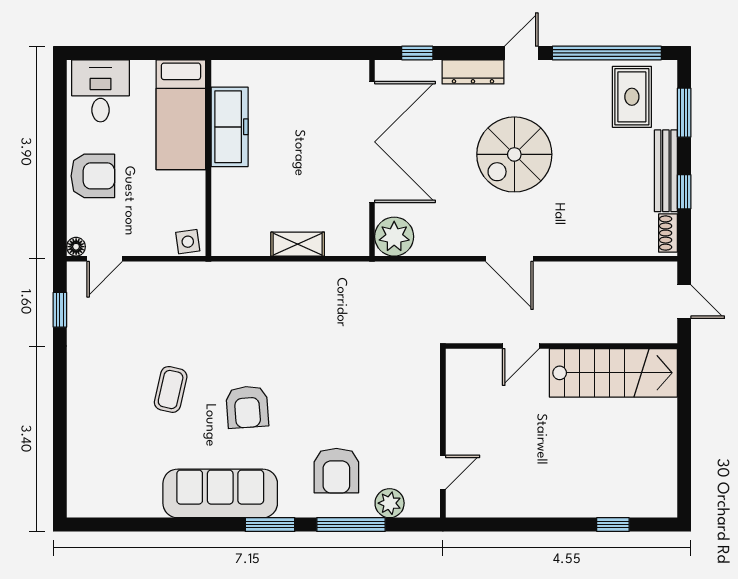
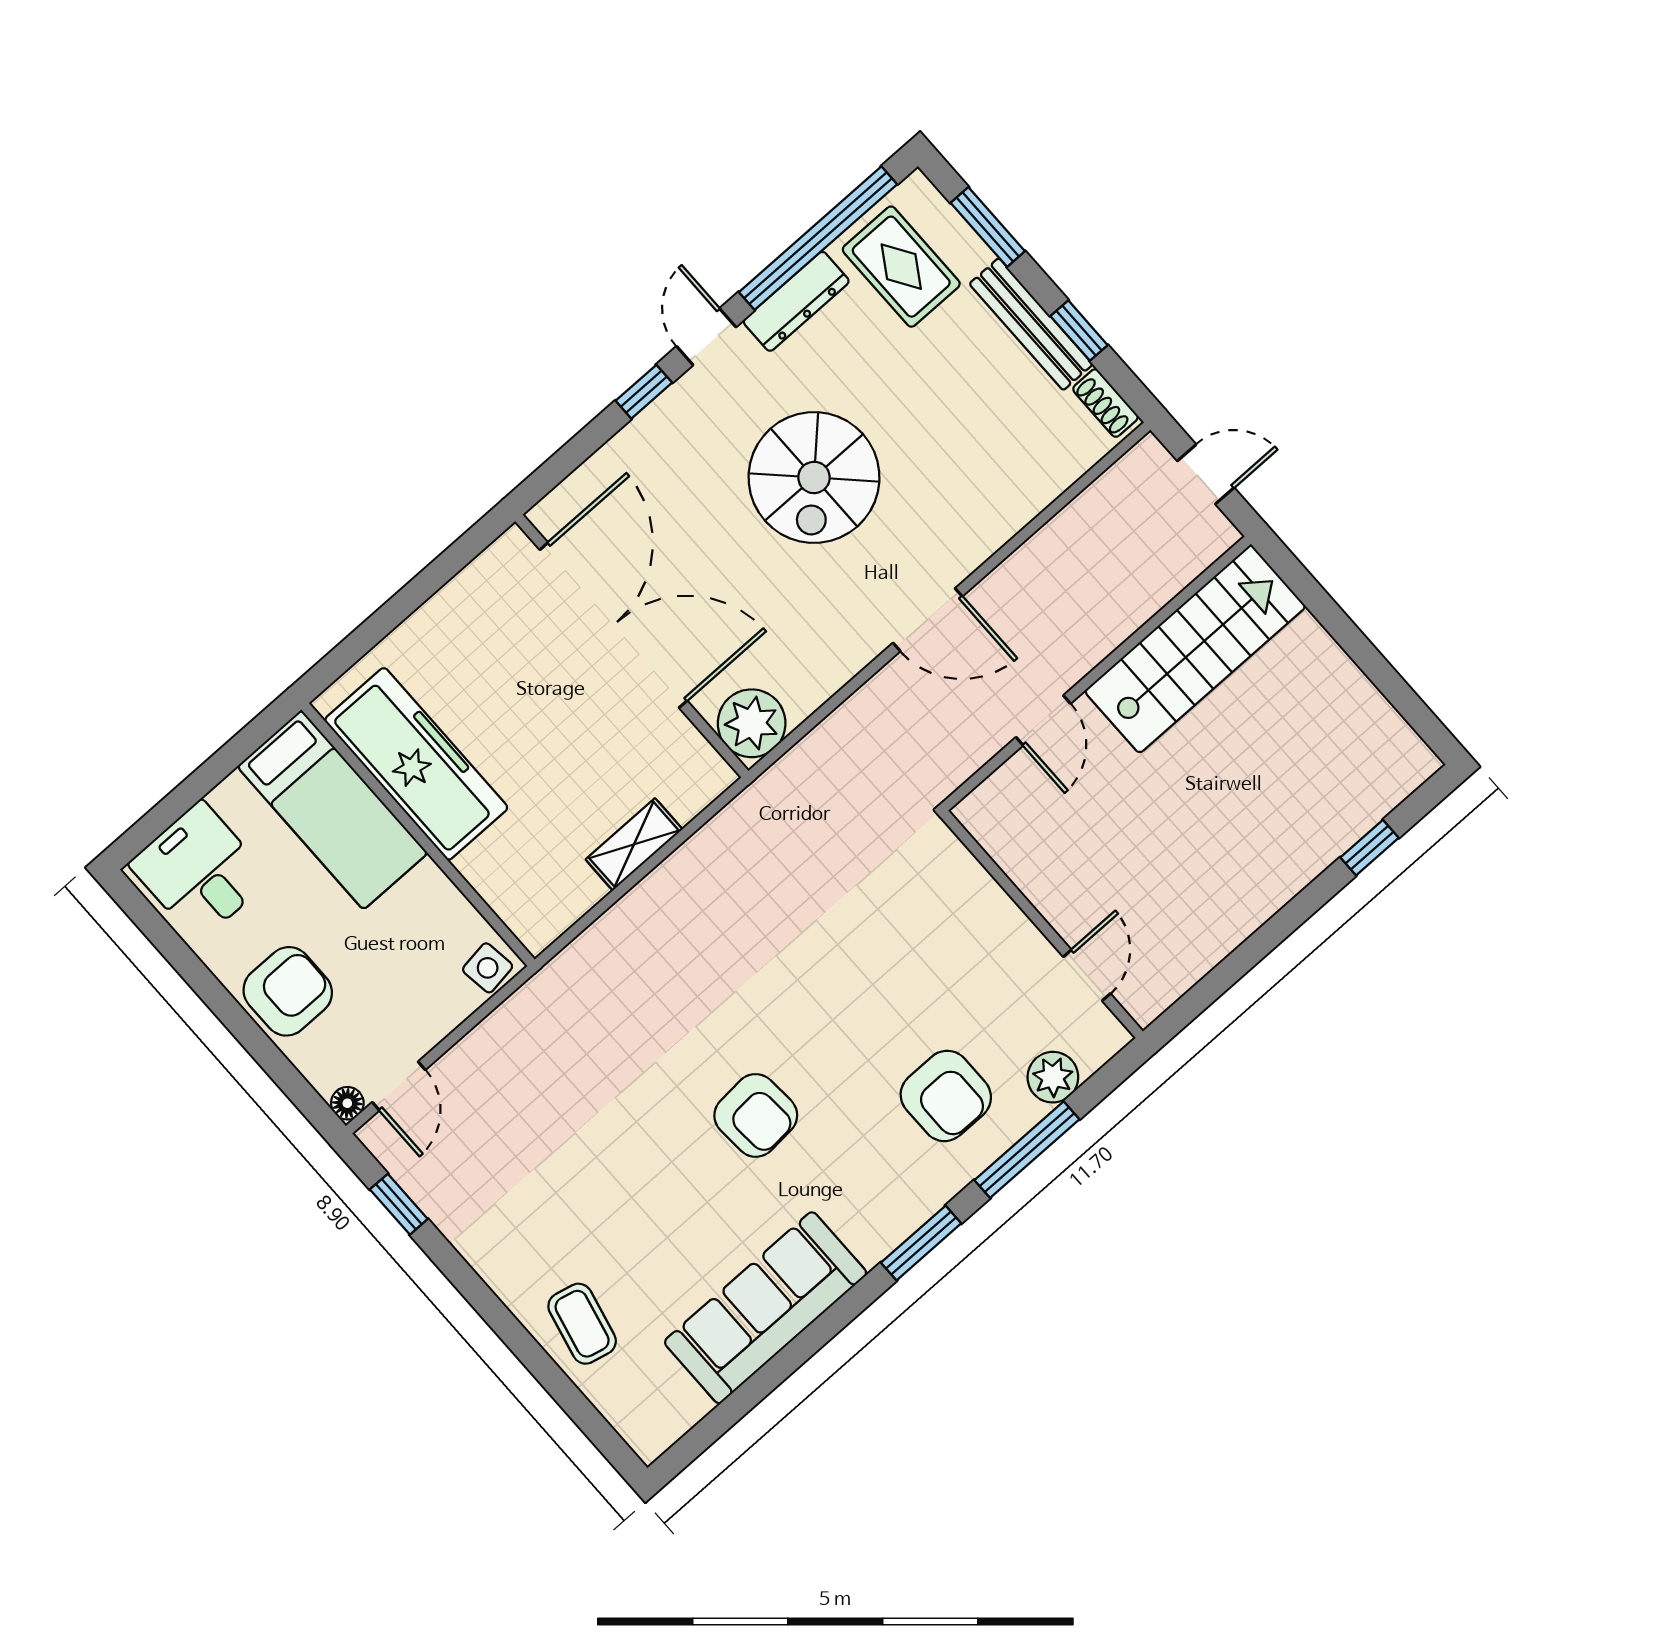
window: (417, 53) -> (644, 392), moved
dresser: (473, 72) -> (796, 301), moved
freezer: (230, 127) -> (416, 764), width x1.36, depth x1.26
coffee table: (171, 389) -> (582, 1324), moved
sofa: (220, 493) -> (766, 1308), moved

